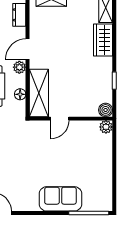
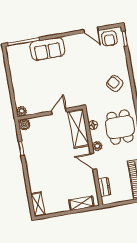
wardrobe: (103, 40) -> (36, 179), removed
door: (28, 49) -> (93, 161), swing flipped

